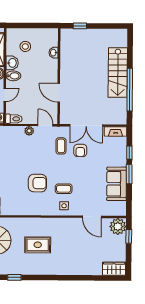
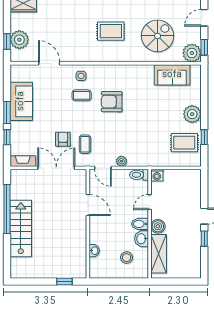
plant: (118, 226) -> (19, 40), moved

